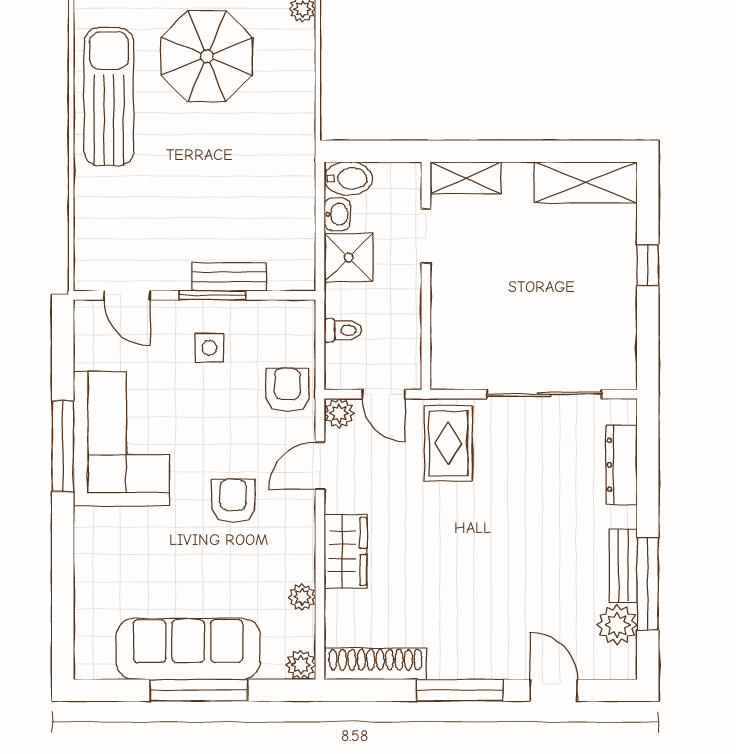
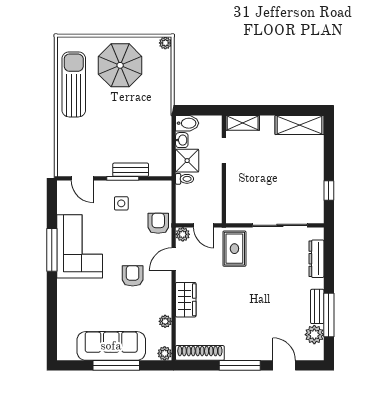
window: (648, 265) -> (329, 191), moved
toilet: (343, 330) -> (185, 179), moved

